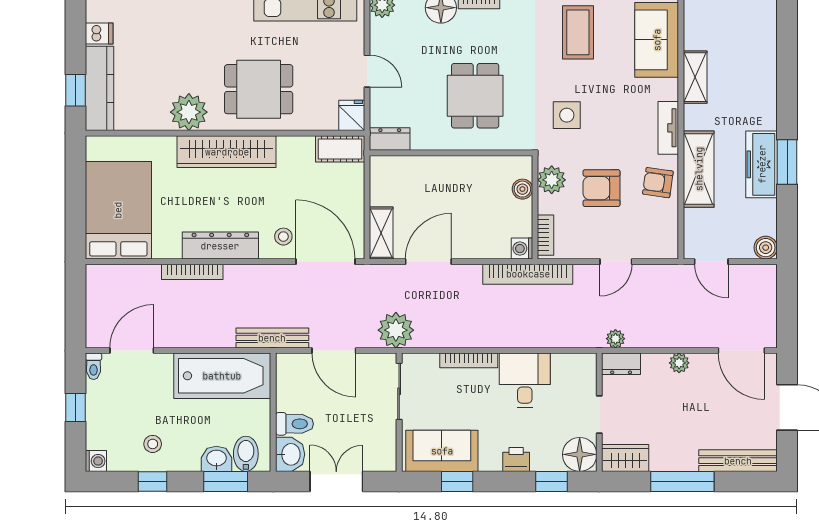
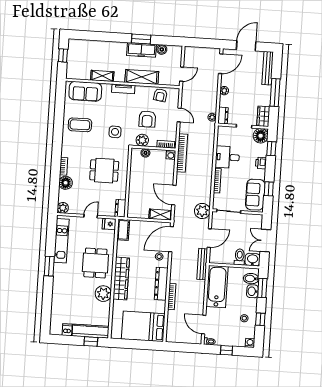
armchair: (658, 183) -> (160, 95), moved
boiler: (766, 248) -> (162, 49), moved

